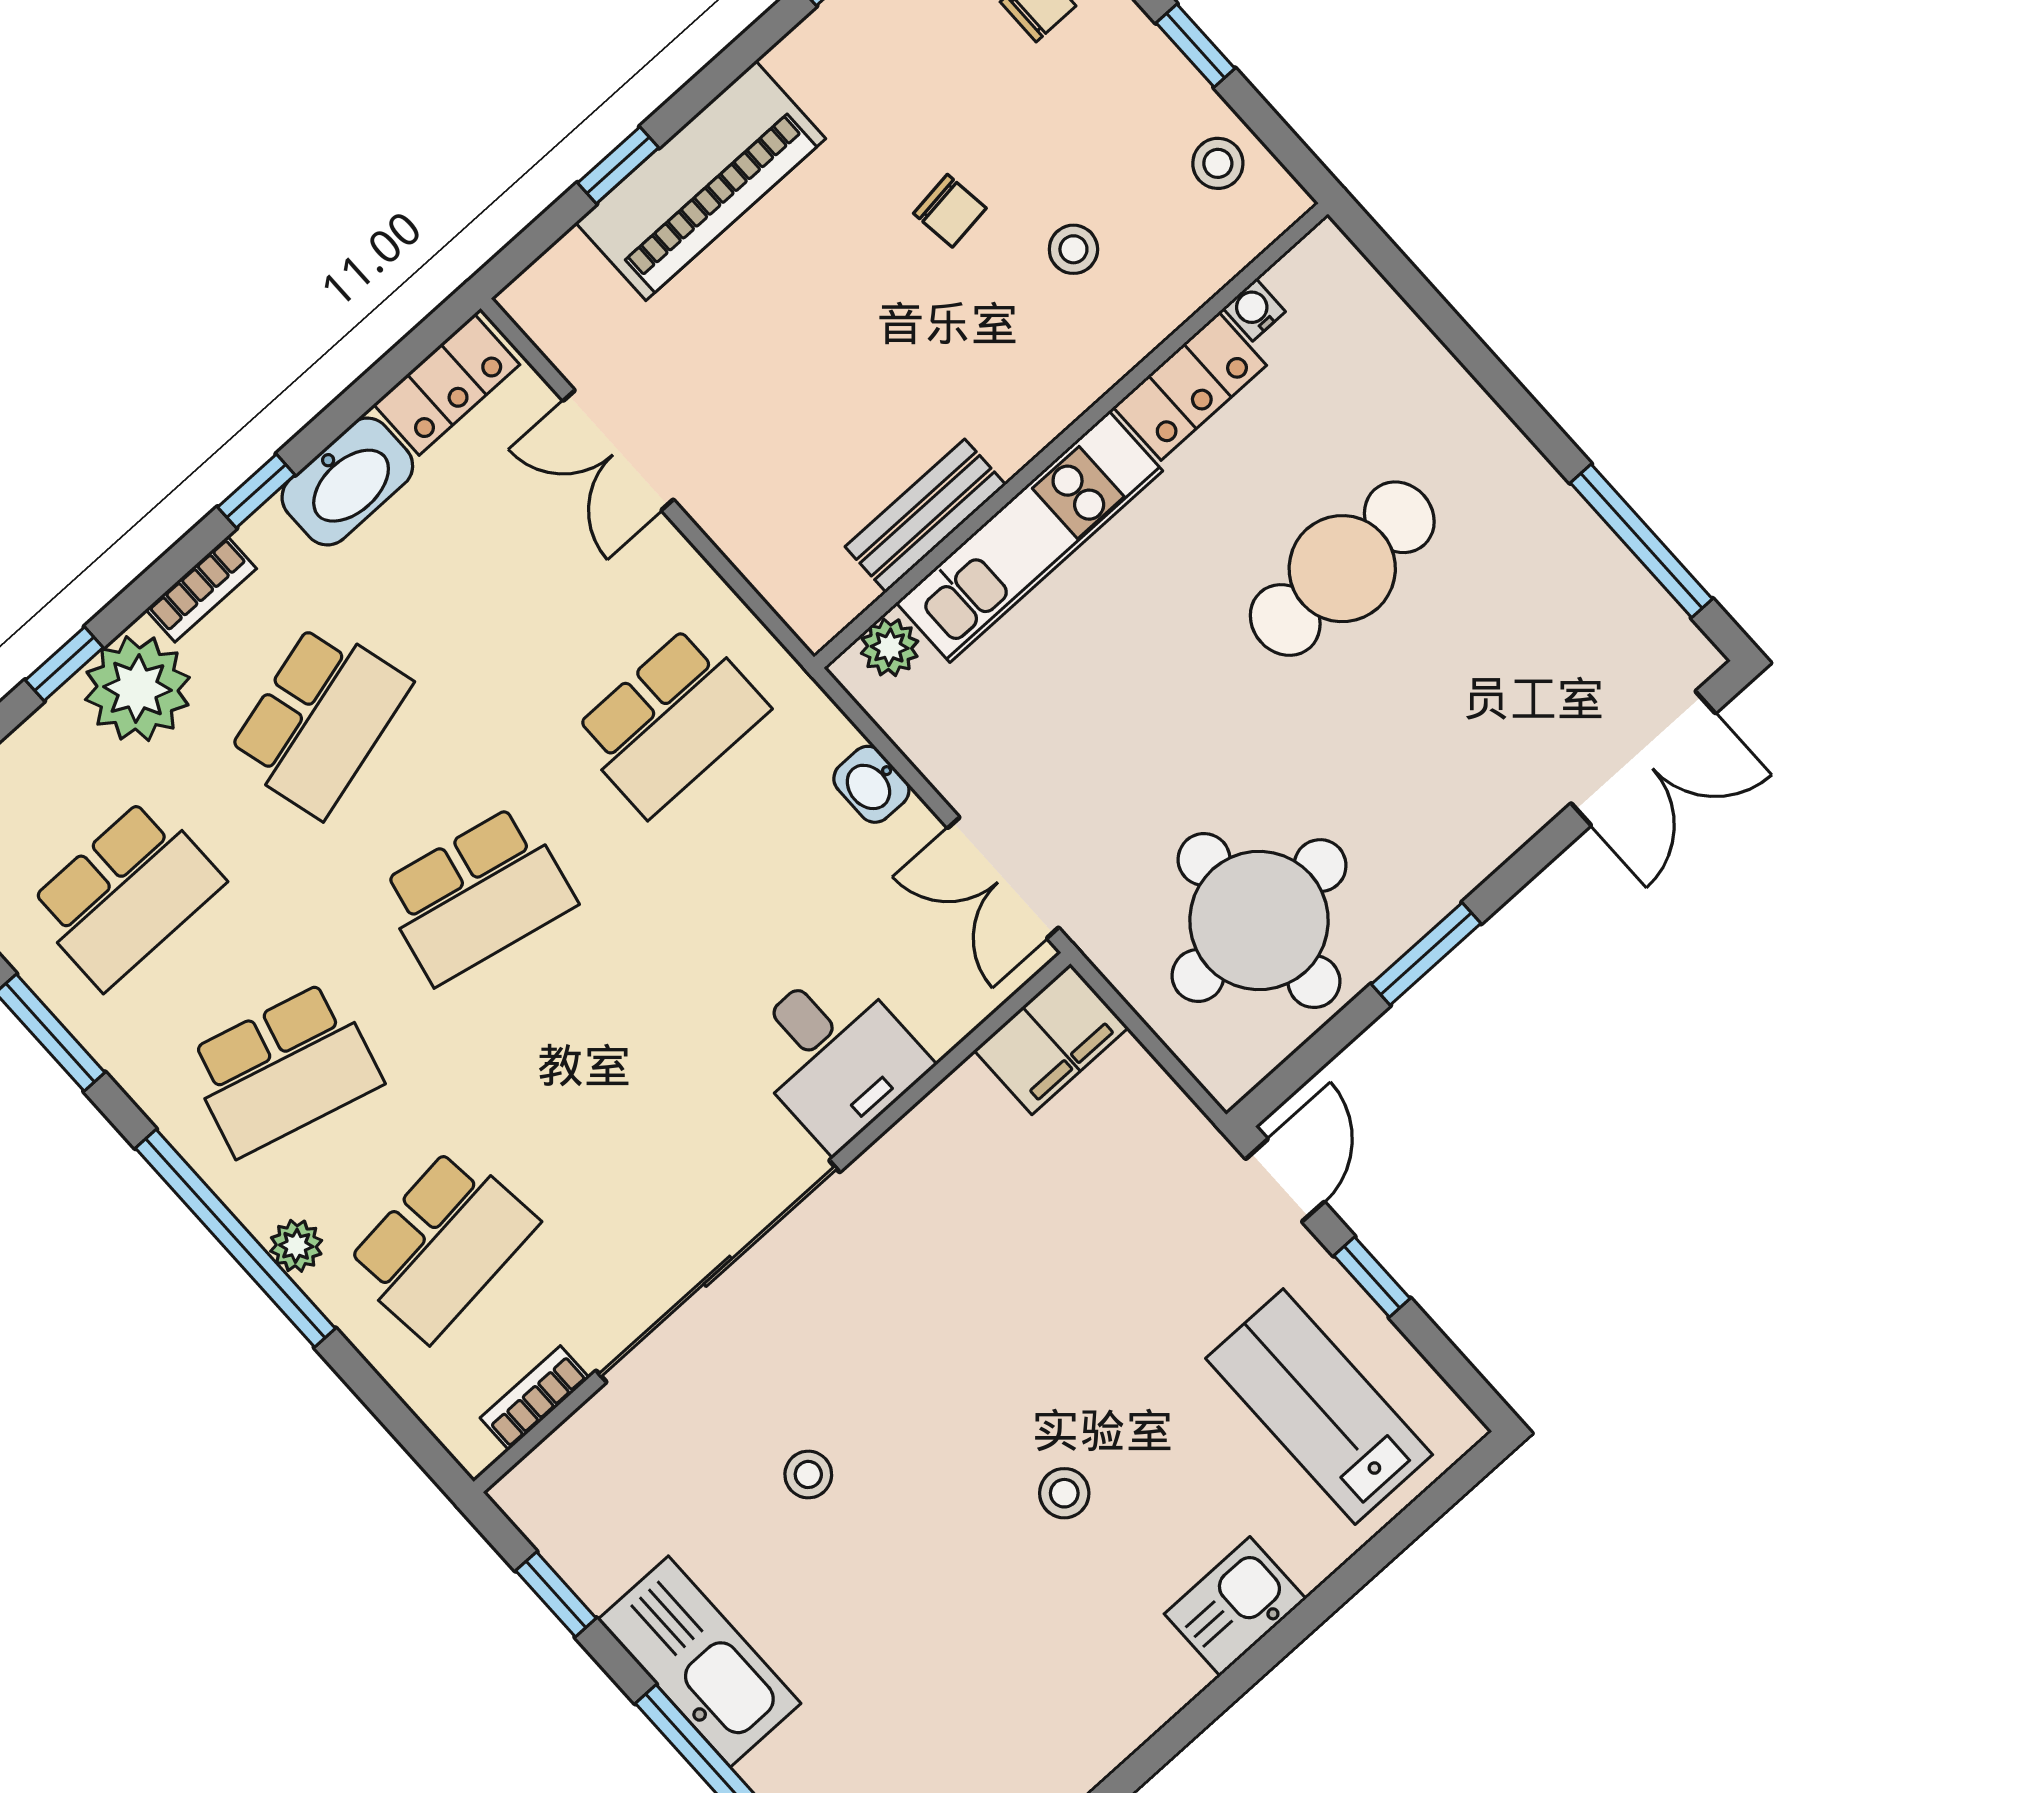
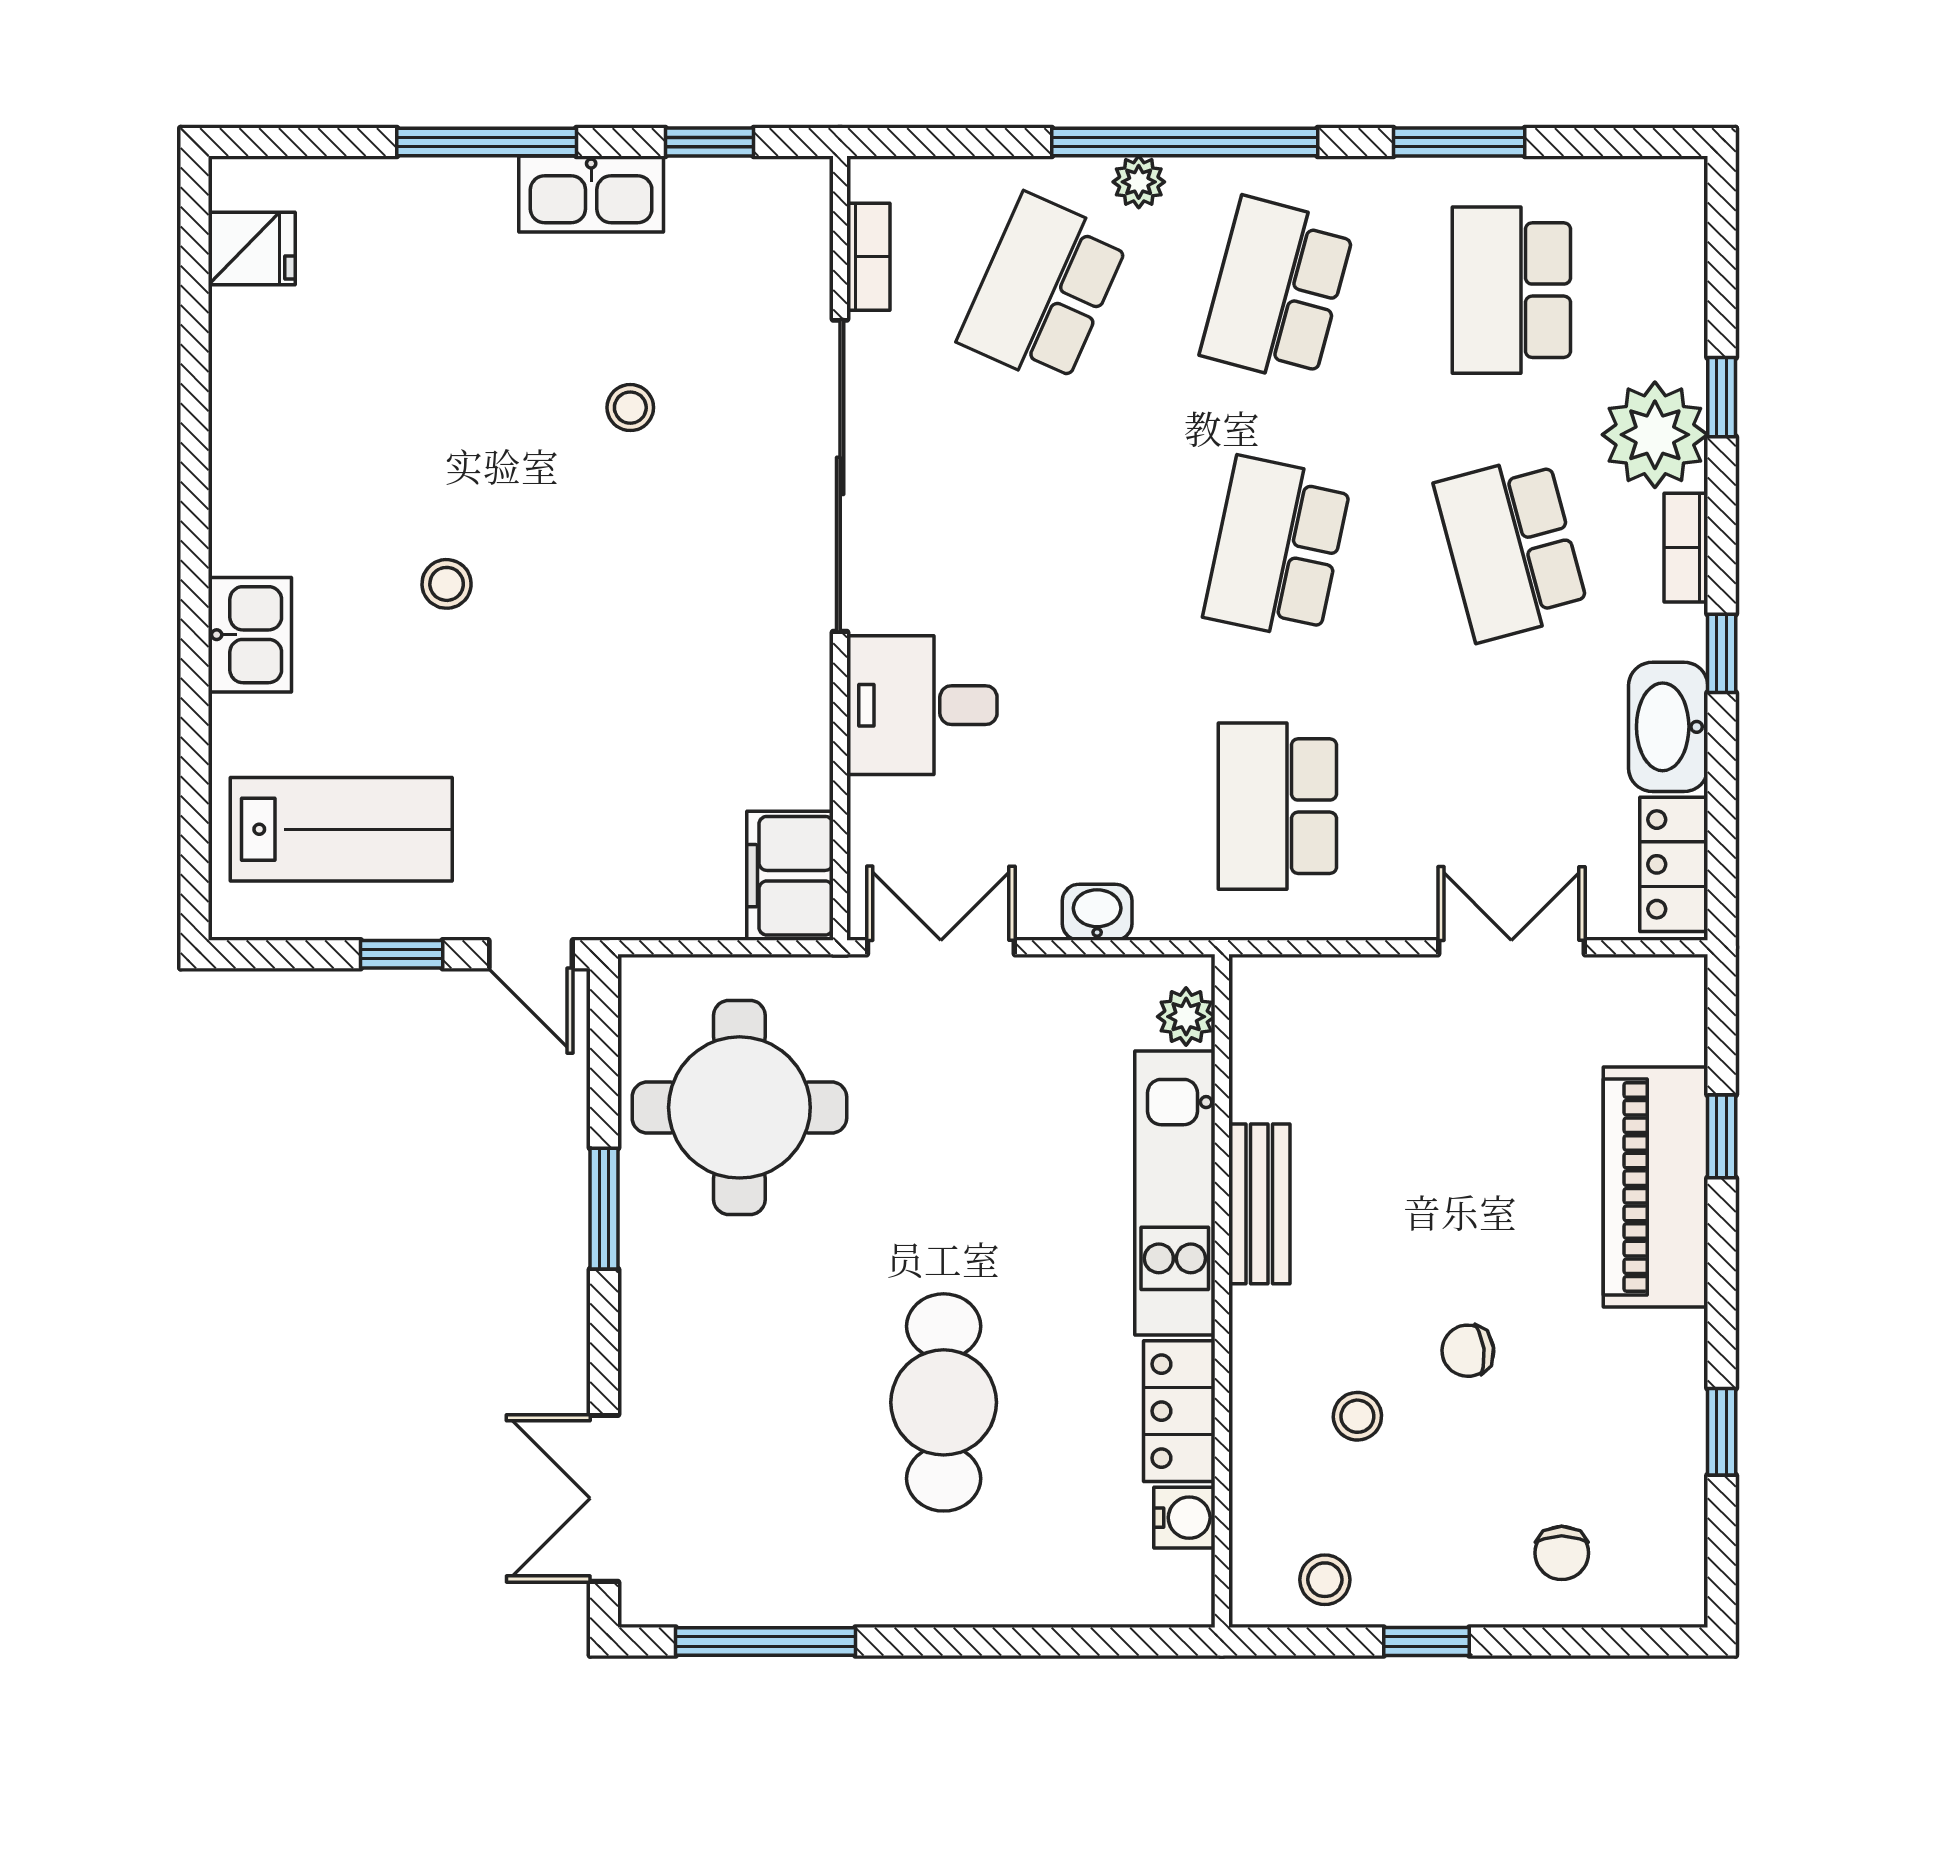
water cooler: (1254, 310) -> (1184, 1518), width x1.38, depth x1.38
bench: (925, 516) -> (1259, 1204), moved
school desk: (442, 1244) -> (1043, 290), turned 30
kitchen sink: (699, 1661) -> (591, 194), width x0.73, depth x0.81

